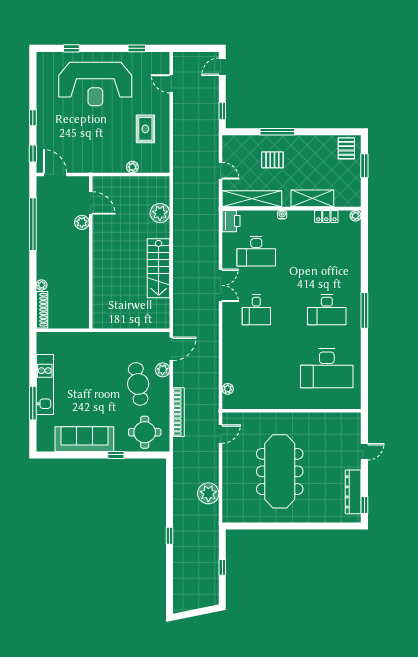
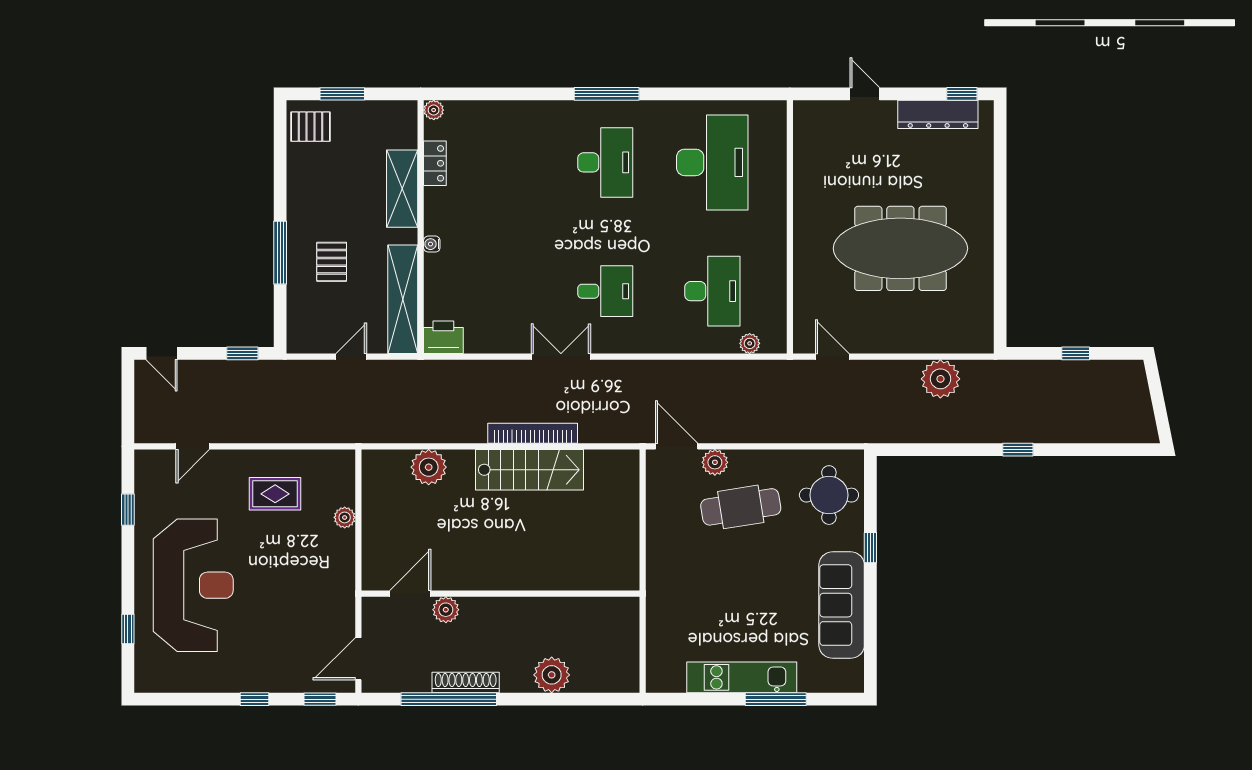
desk: (256, 251) -> (712, 291), moved
plant: (42, 285) -> (552, 675), width x1.88, depth x1.88
shoe rack: (42, 310) -> (466, 683), moved
bookcase: (179, 412) -> (533, 433), moved

